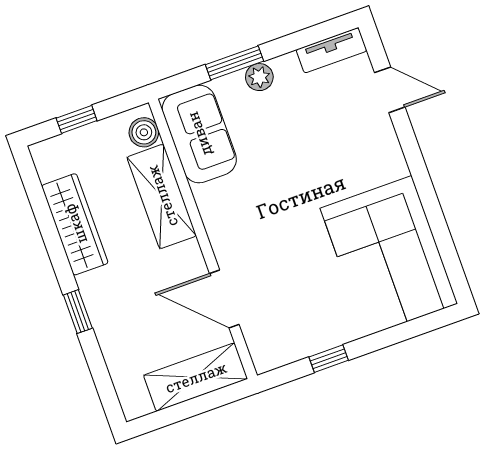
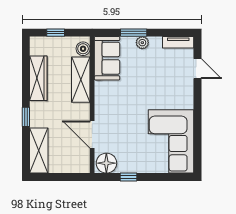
floor lamp: (274, 347) -> (106, 163), added
shelving: (196, 377) -> (39, 151), moved, turned 90

